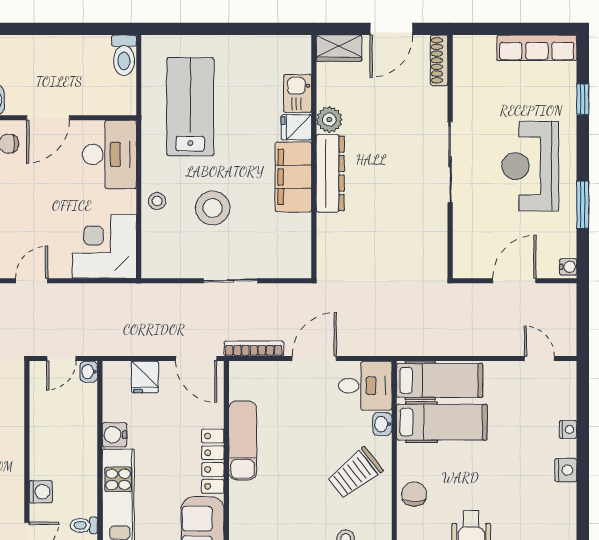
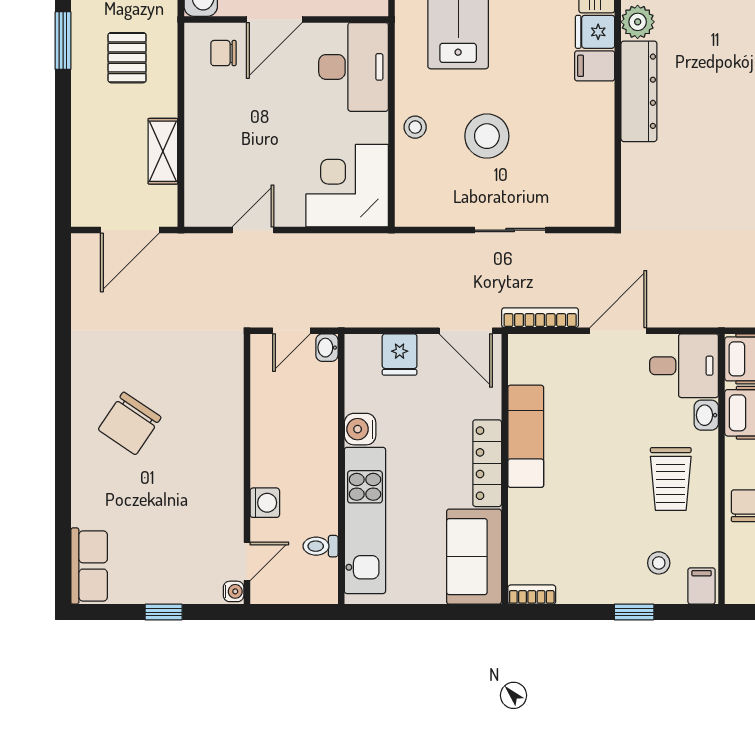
filing cabinet: (293, 177) -> (595, 66), width x0.33, depth x0.86
trolley: (355, 473) -> (671, 479), turned -52

